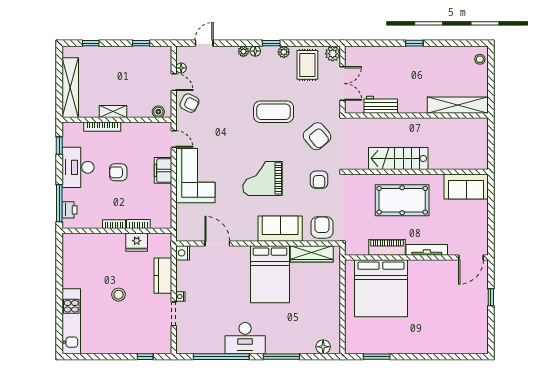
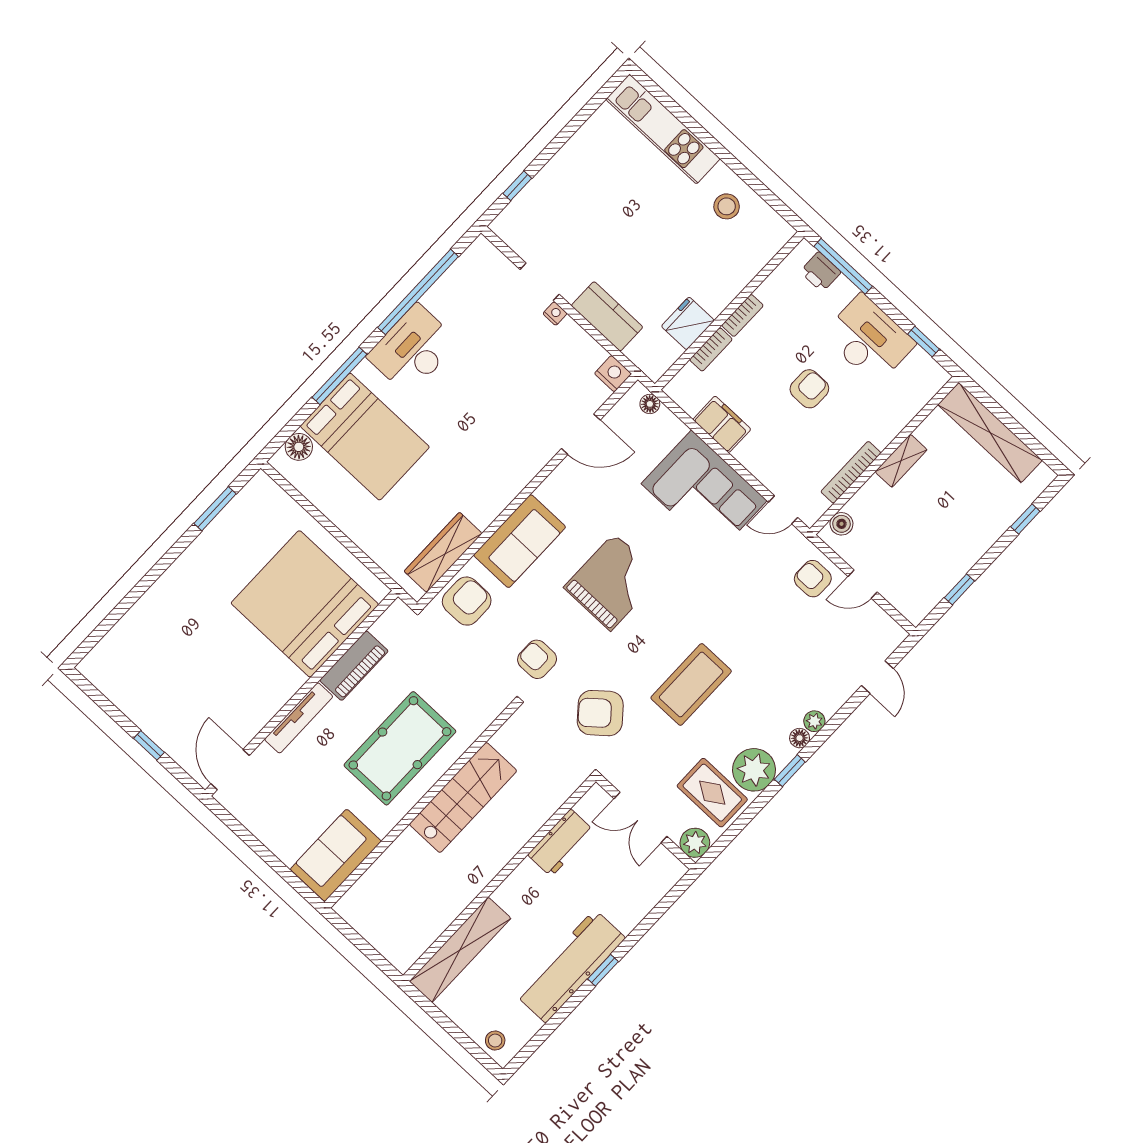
plant: (284, 52) -> (754, 770), width x1.88, depth x1.88
workbench: (425, 57) -> (570, 966), added
floor lamp: (181, 68) -> (650, 404), moved
armchair: (190, 103) -> (813, 579), turned 63
bookcase: (102, 127) -> (851, 472), moved
filing cabinet: (163, 170) -> (722, 424), moved
armchair: (322, 227) -> (467, 601), turned -90
bed: (270, 274) -> (365, 437), moved, turned 180
stool: (119, 295) -> (727, 206), moved

